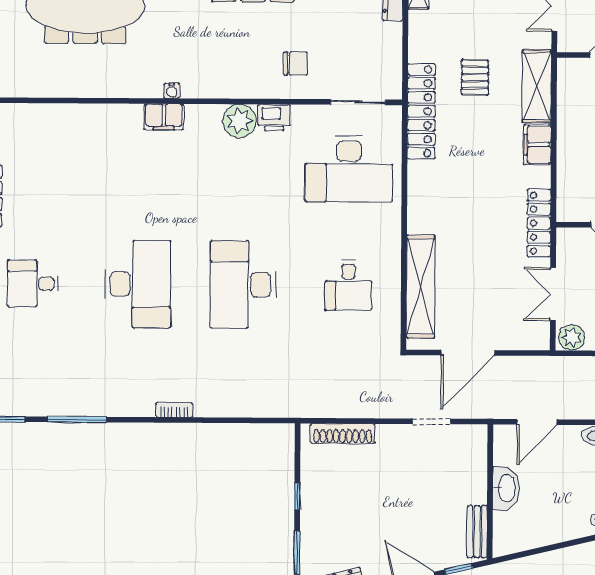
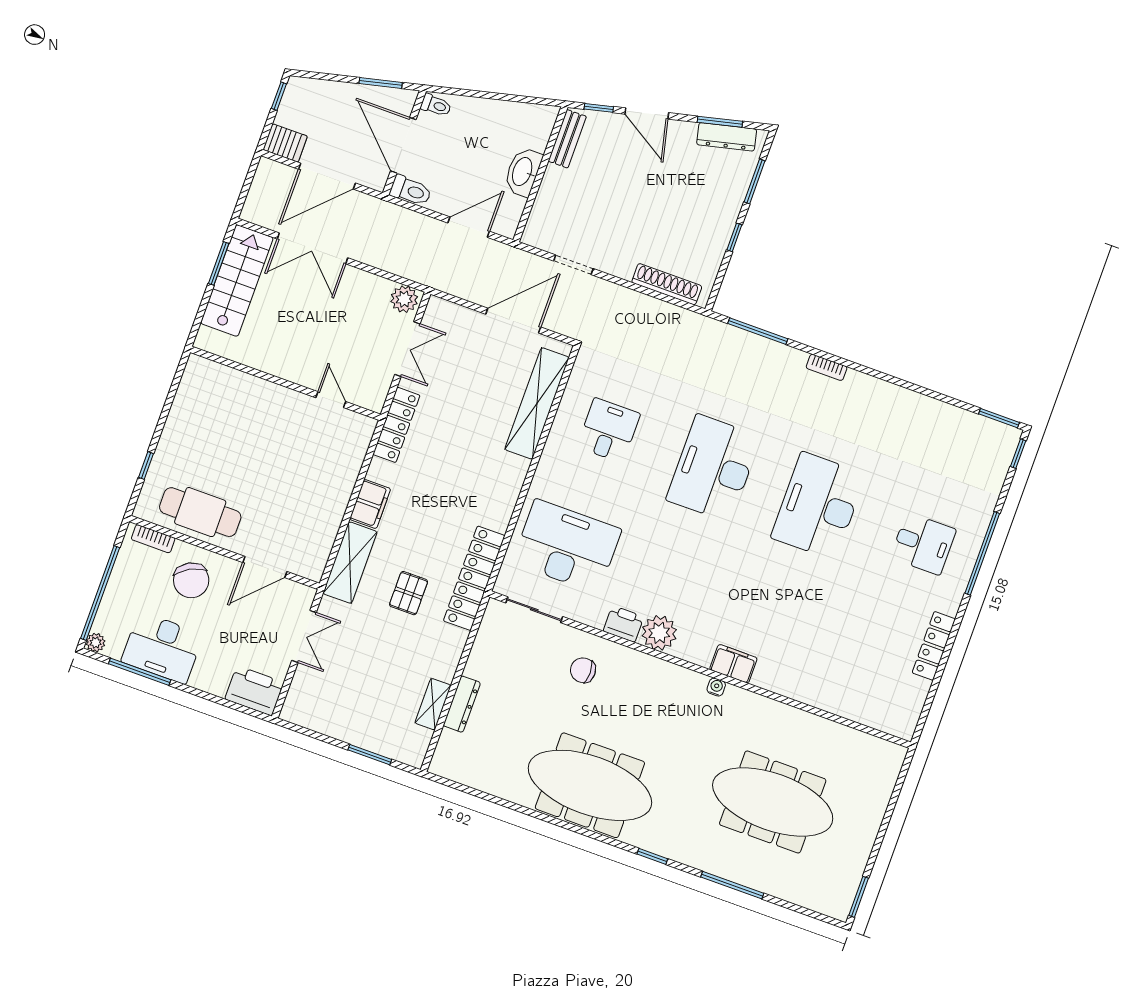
desk: (243, 285) -> (713, 468), turned 180
window: (77, 420) -> (758, 331), moved

